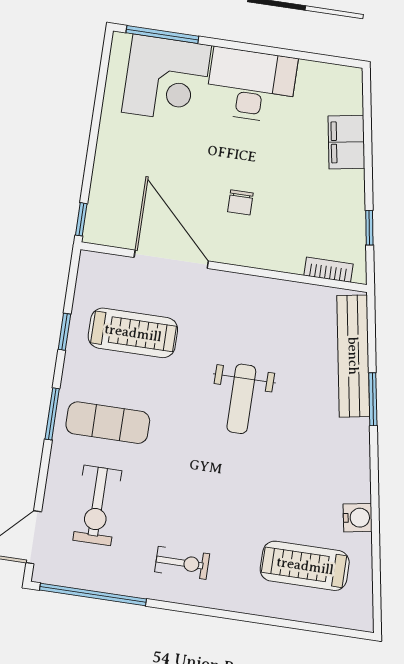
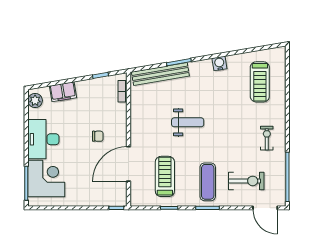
plant: (337, 80) -> (35, 100), added
water cooler: (358, 518) -> (219, 63), moved

